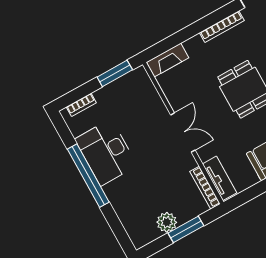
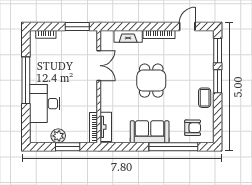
fireplace: (167, 60) -> (128, 36), moved
double door: (183, 132) -> (99, 66), moved
desk: (106, 152) -> (45, 104), moved

